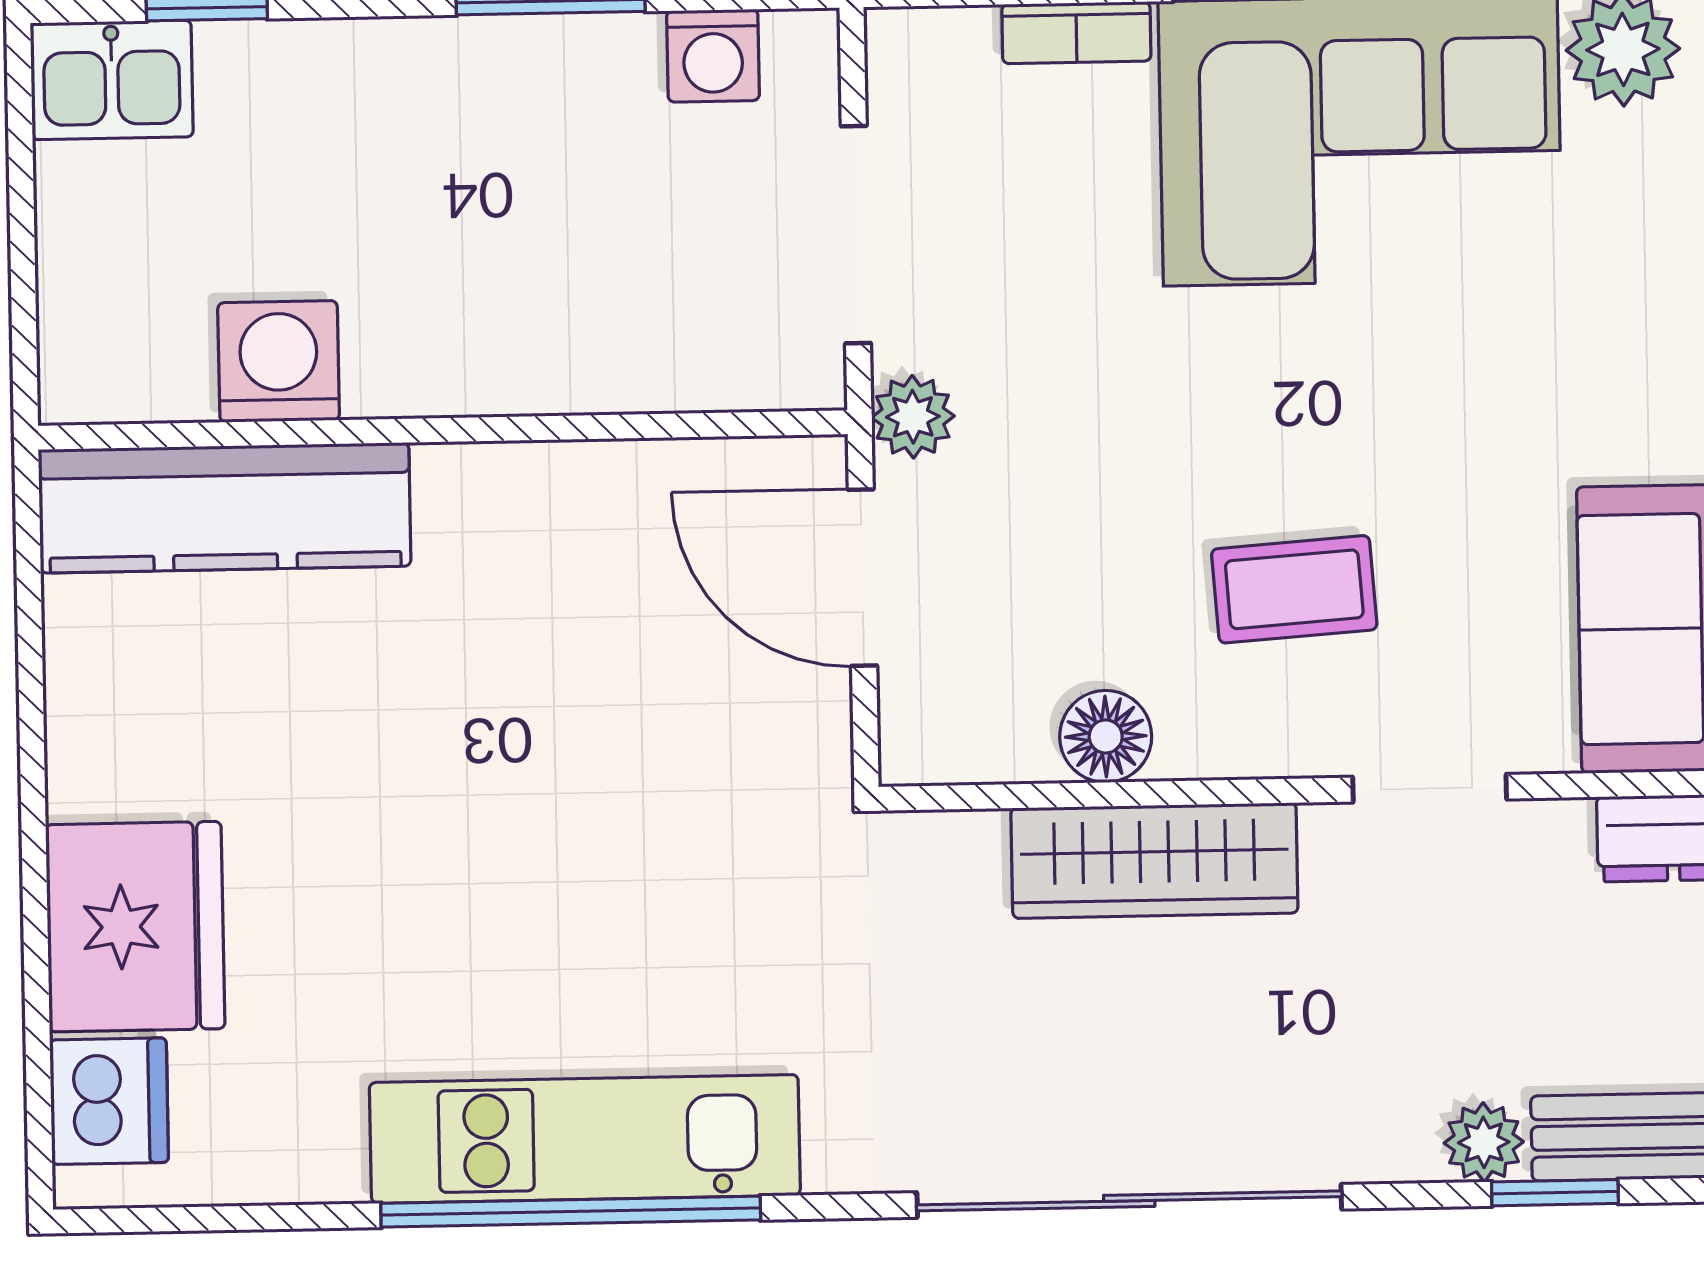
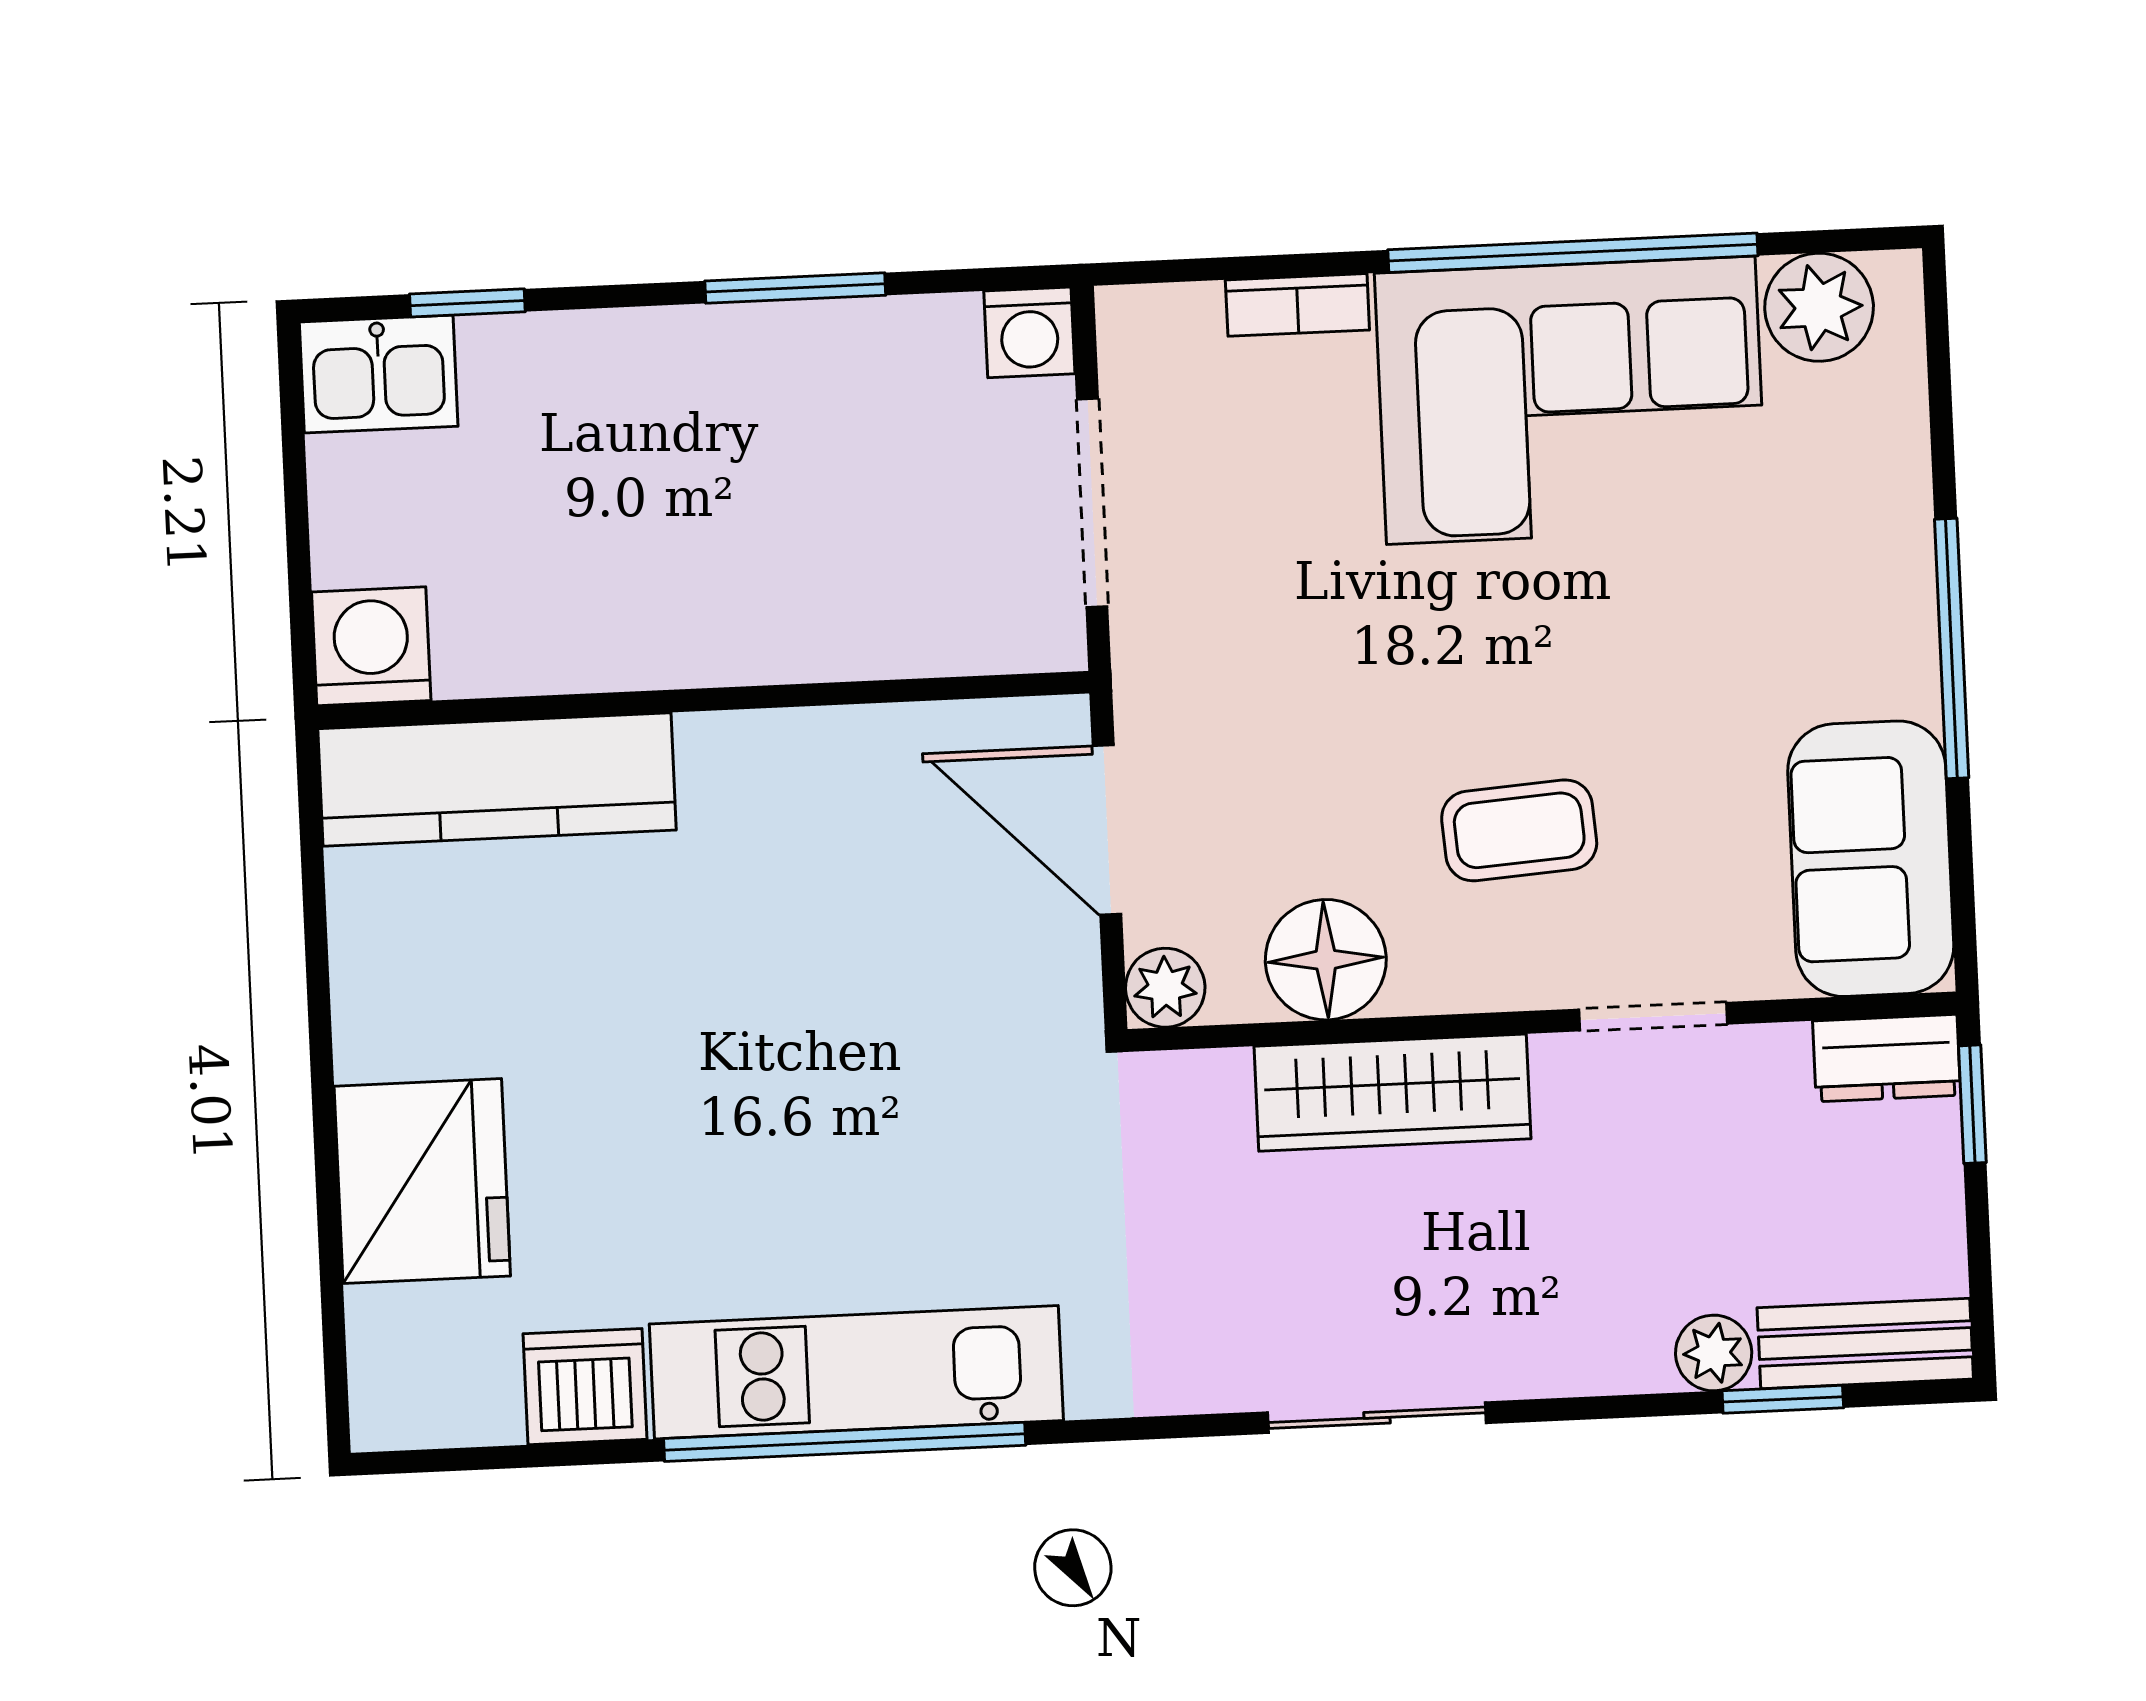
washing machine: (713, 56) -> (1029, 332), moved
washing machine: (279, 361) -> (371, 646), moved
plant: (913, 417) -> (1165, 988), moved
floor lamp: (1106, 736) -> (1326, 960), width x1.38, depth x1.38
dishwasher: (109, 1101) -> (585, 1387), moved, turned -90
sliding door: (1129, 1201) -> (1377, 1418), width x0.54

